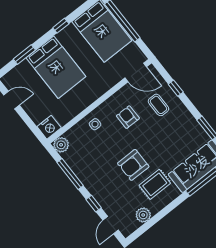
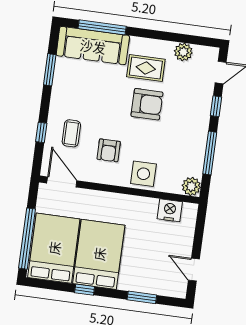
bed: (56, 67) -> (99, 254), moved
side table: (95, 124) -> (143, 174), width x1.87, depth x1.87
nightstand: (49, 127) -> (170, 210), moved

